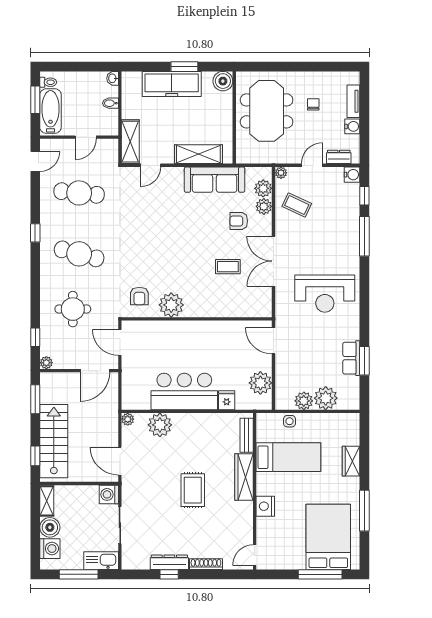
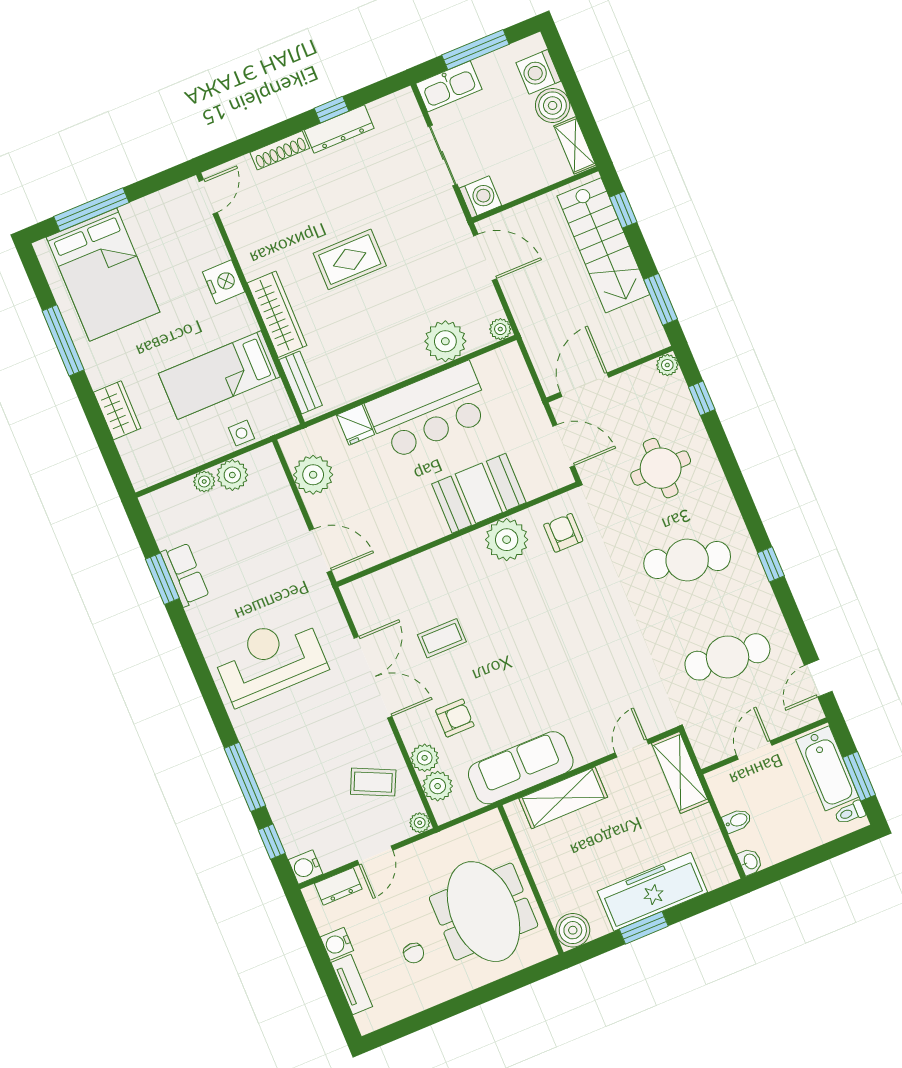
booth: (176, 336) -> (479, 493), added
plant: (326, 398) -> (204, 481), width x0.53, depth x0.53
rug: (193, 490) -> (350, 259), turned 90

